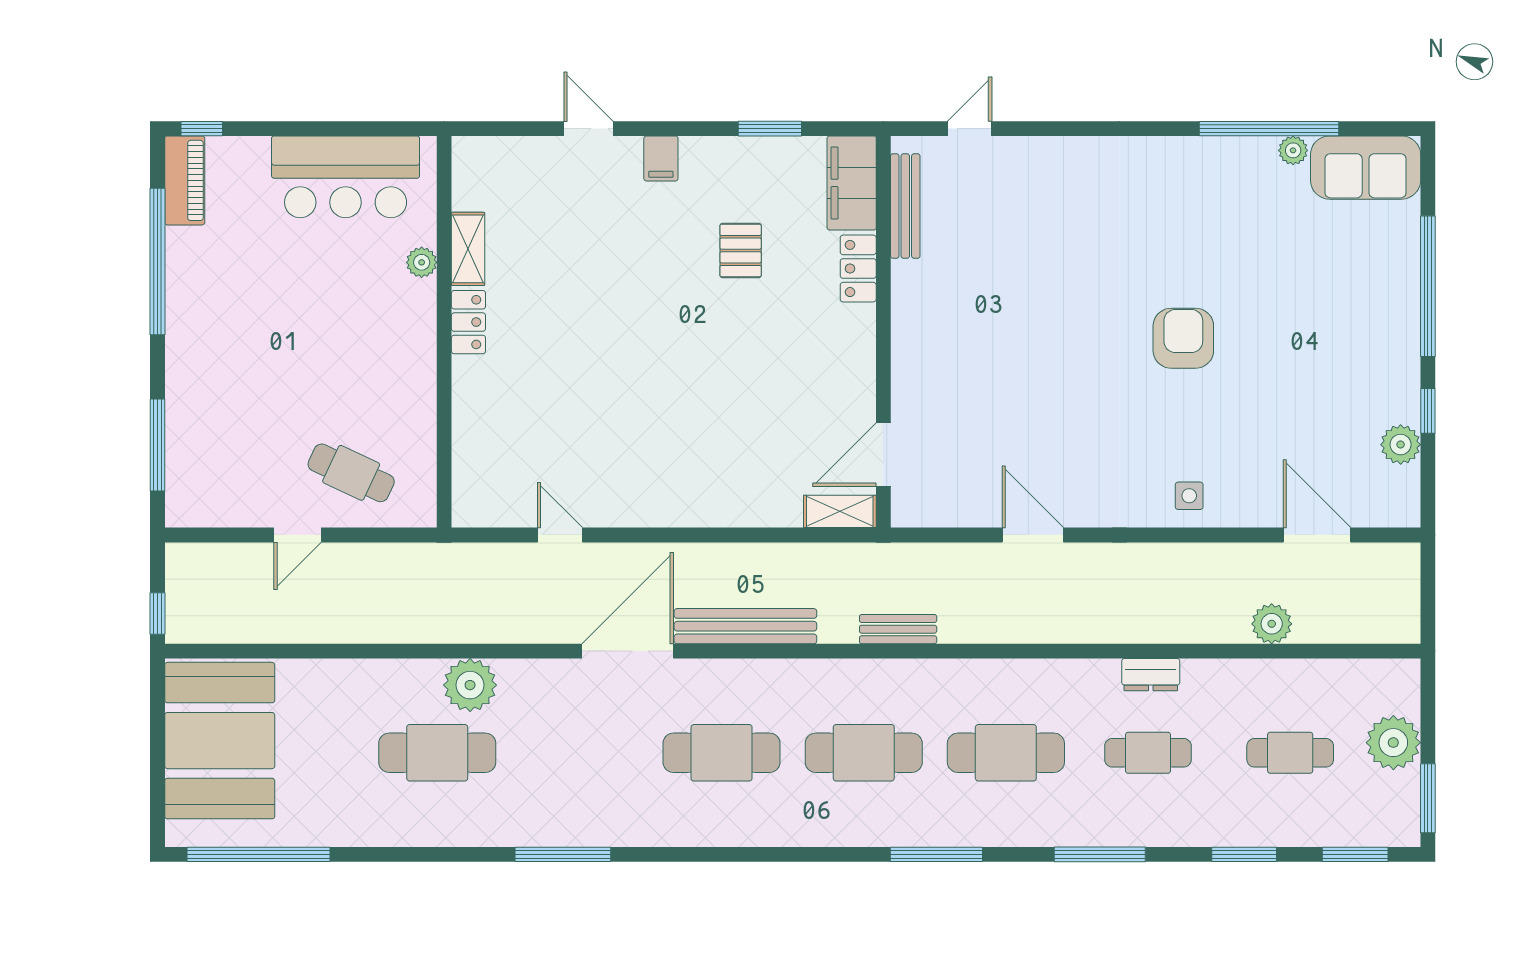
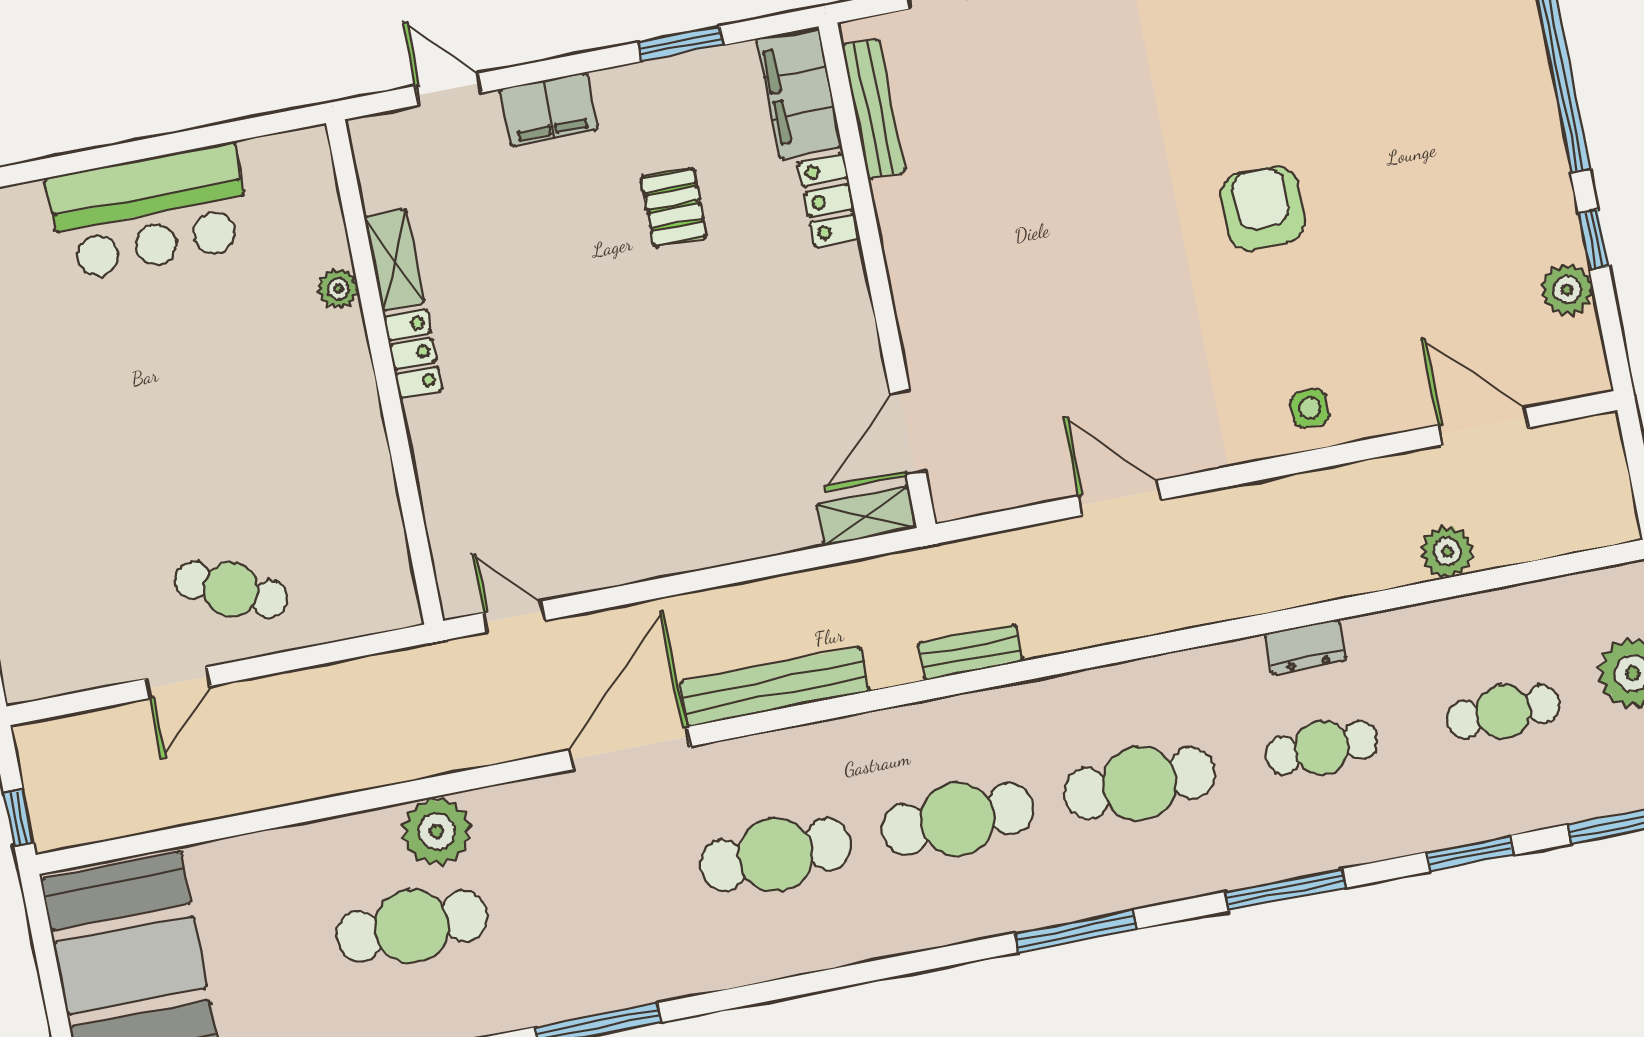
filing cabinet: (661, 158) -> (549, 109), width x2.00
shelving: (468, 249) -> (394, 260), moved
plant: (422, 262) -> (338, 289), moved
locker: (468, 322) -> (413, 353), moved
wall: (444, 332) -> (385, 372), moved

